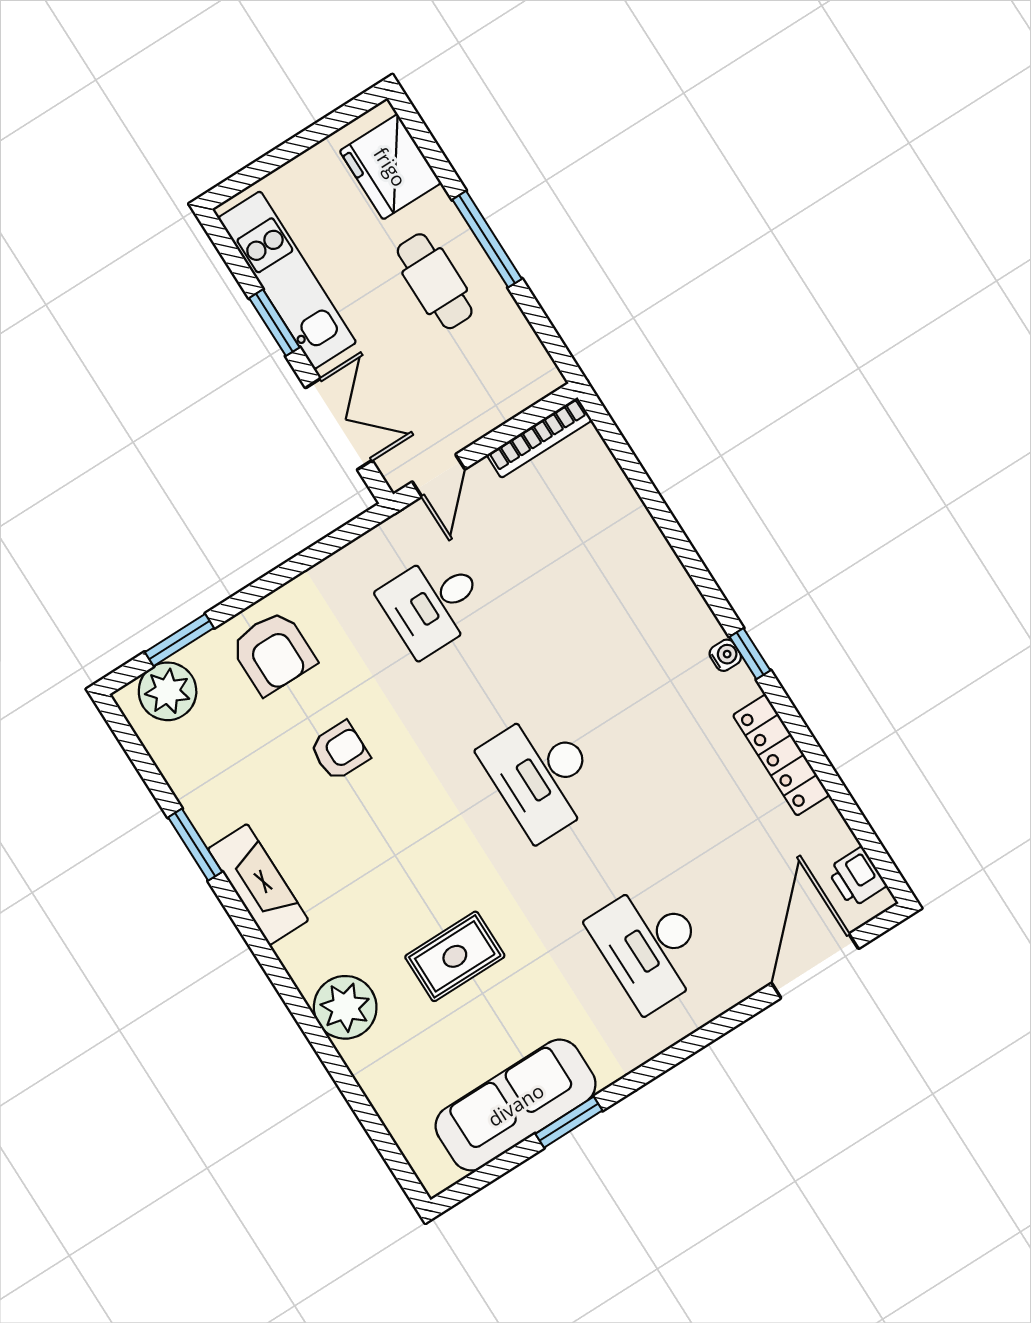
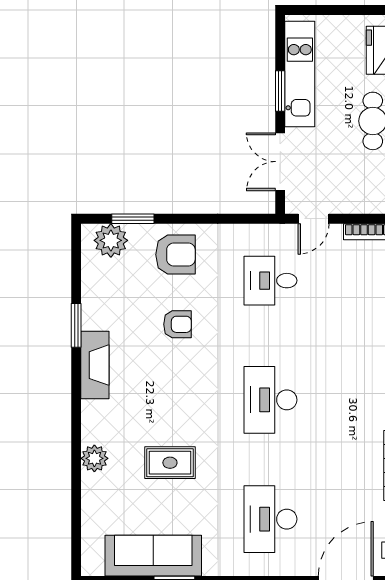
double door: (339, 424) -> (280, 162), swing flipped
armchair: (273, 653) -> (175, 255), turned -90
plant: (345, 1007) -> (94, 458), width x0.73, depth x0.73

